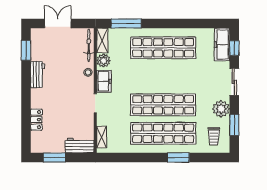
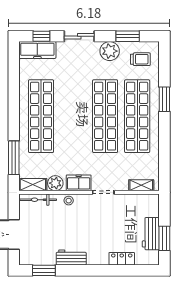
workbench: (80, 145) -> (151, 234), moved

